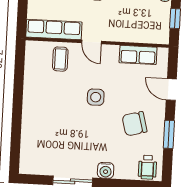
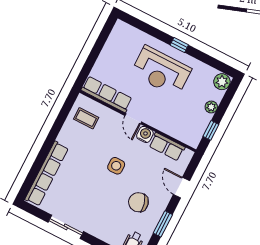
coffee table: (60, 59) -> (86, 118), moved, turned 90
row of seats: (29, 137) -> (47, 174), added
water cooler: (106, 170) -> (145, 134), moved, turned 180

